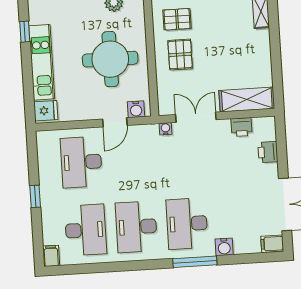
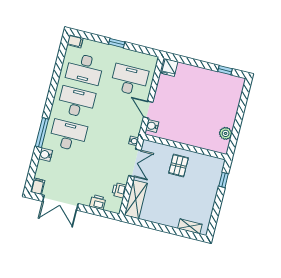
pallet: (177, 19) -> (202, 171), removed
pallet: (180, 55) -> (178, 165), turned 90
round table: (110, 59) -> (190, 120), removed
kitchen unit: (42, 62) -> (202, 75), removed

